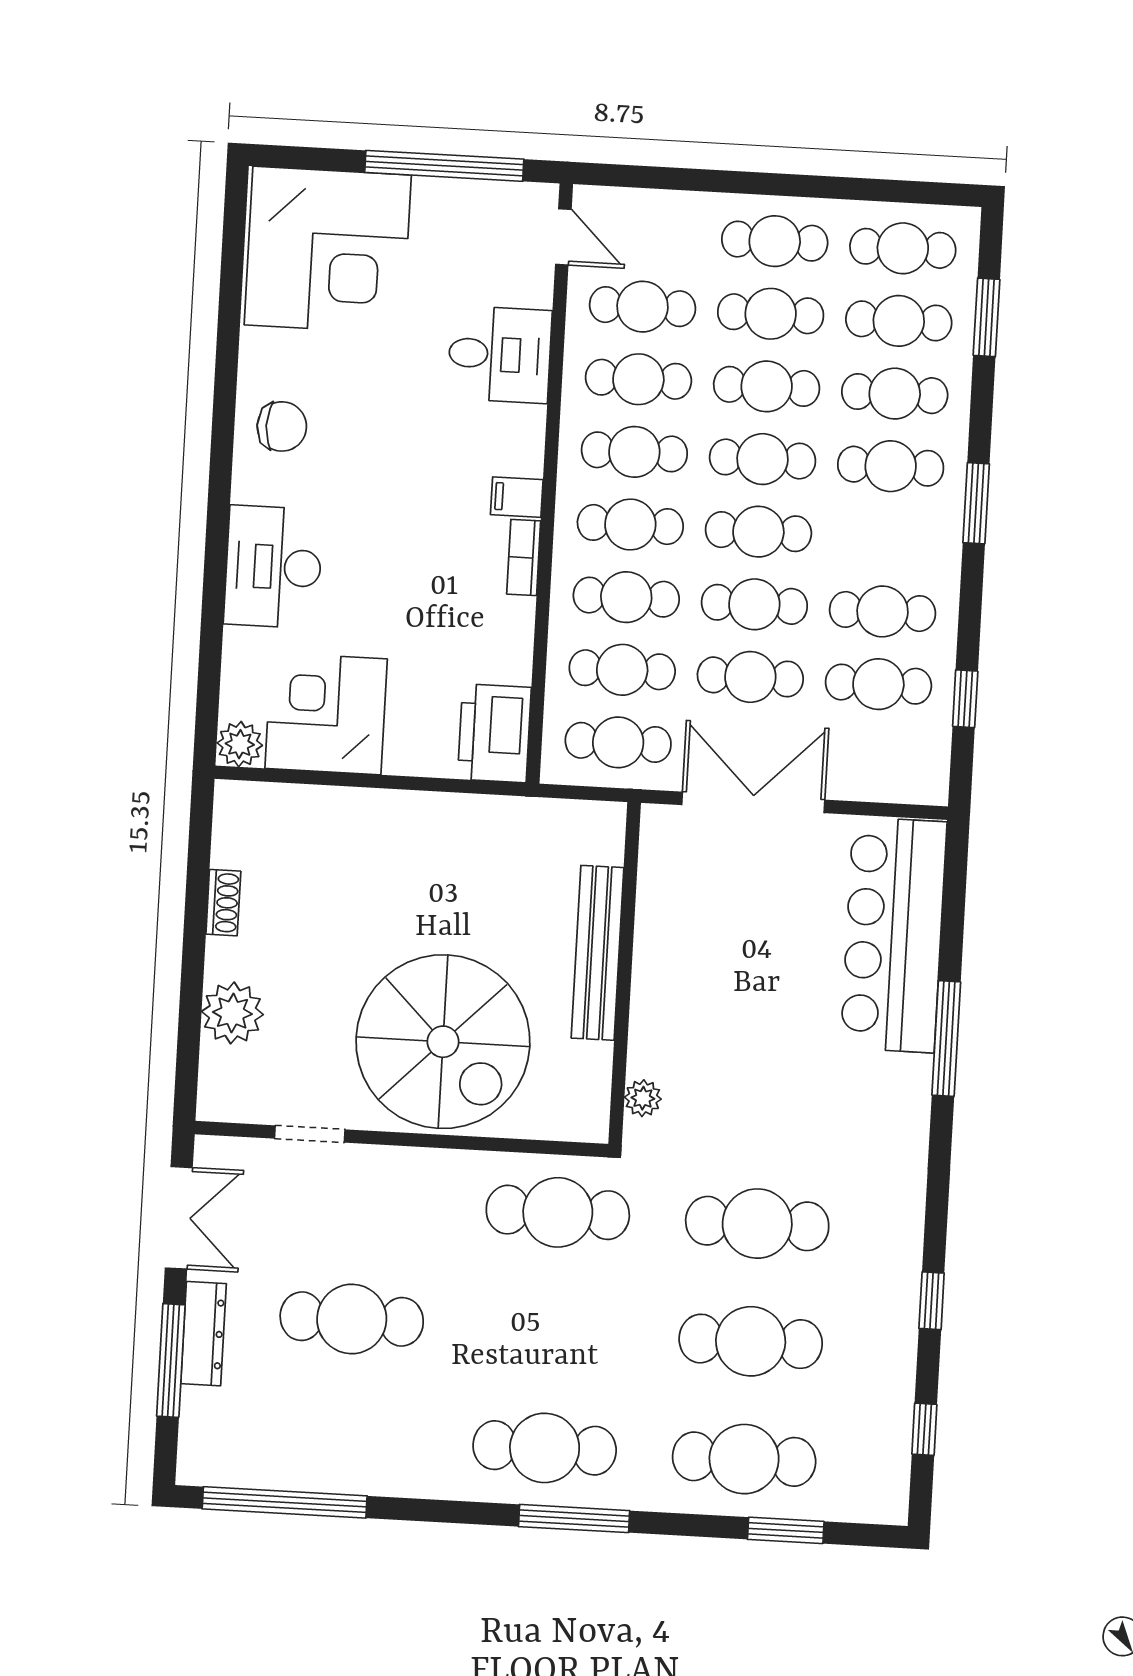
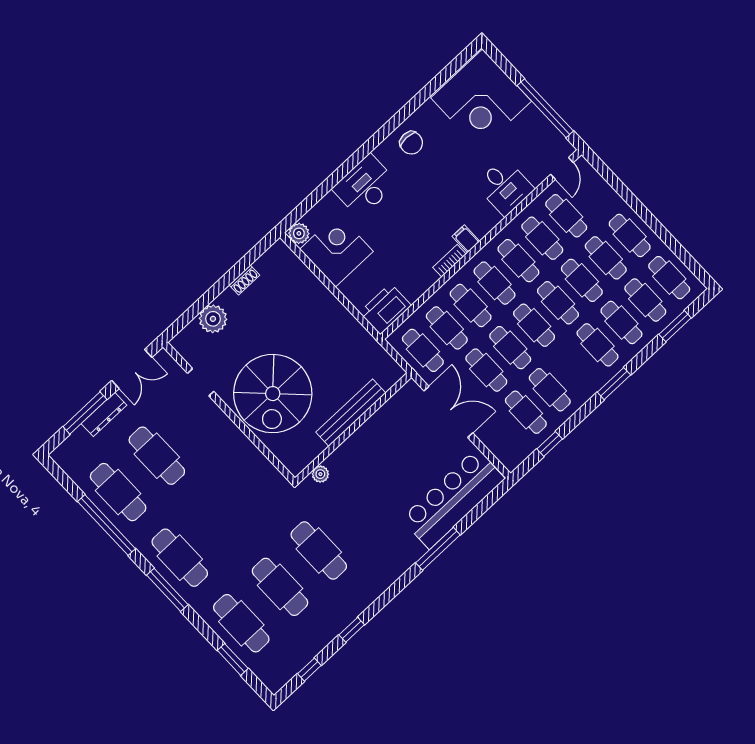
cafe table: (558, 1212) -> (118, 492), moved
window: (285, 1502) -> (106, 525), moved

